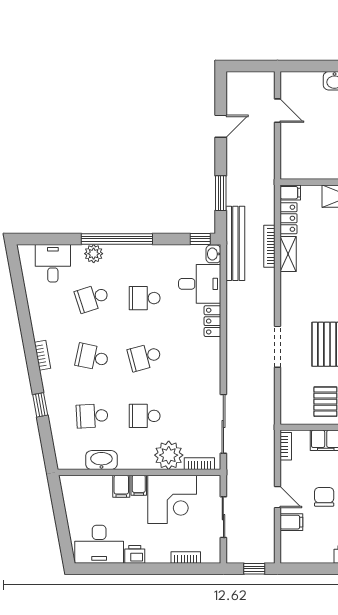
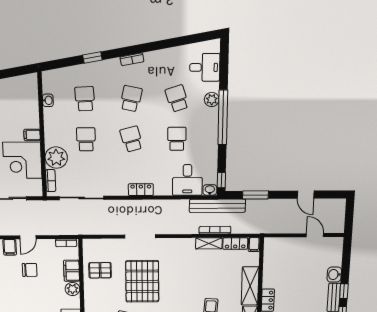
door: (277, 111) -> (315, 235), swing flipped
locker: (212, 321) -> (141, 190), moved
washbasin: (101, 460) -> (48, 100), width x0.52, depth x0.69
filing cabinet: (121, 486) -> (31, 122), removed

